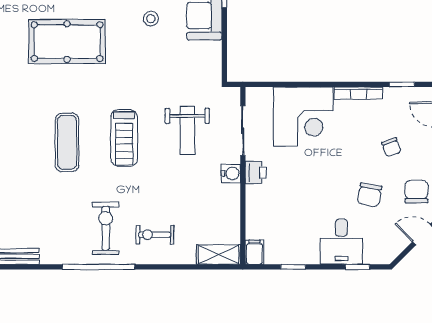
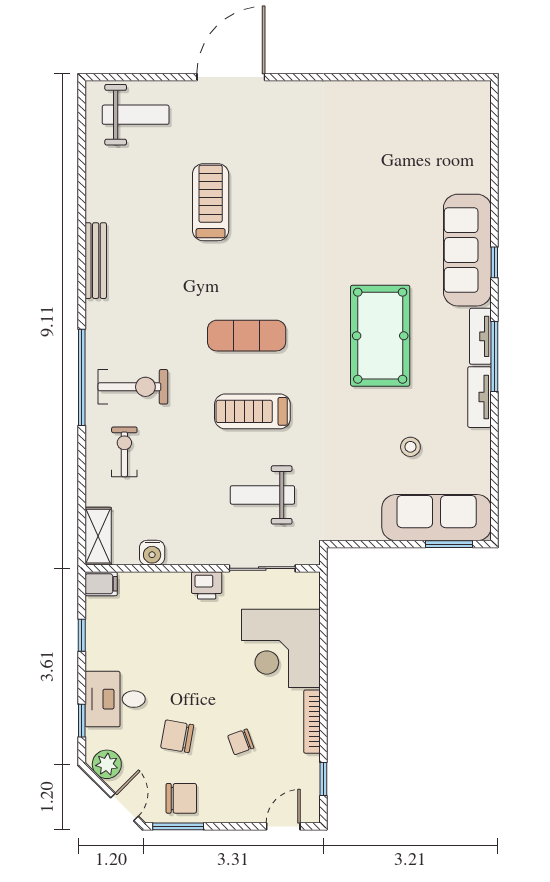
chair: (391, 147) -> (241, 742), moved
water cooler: (231, 173) -> (152, 553), moved
plant: (391, 248) -> (107, 764), added

